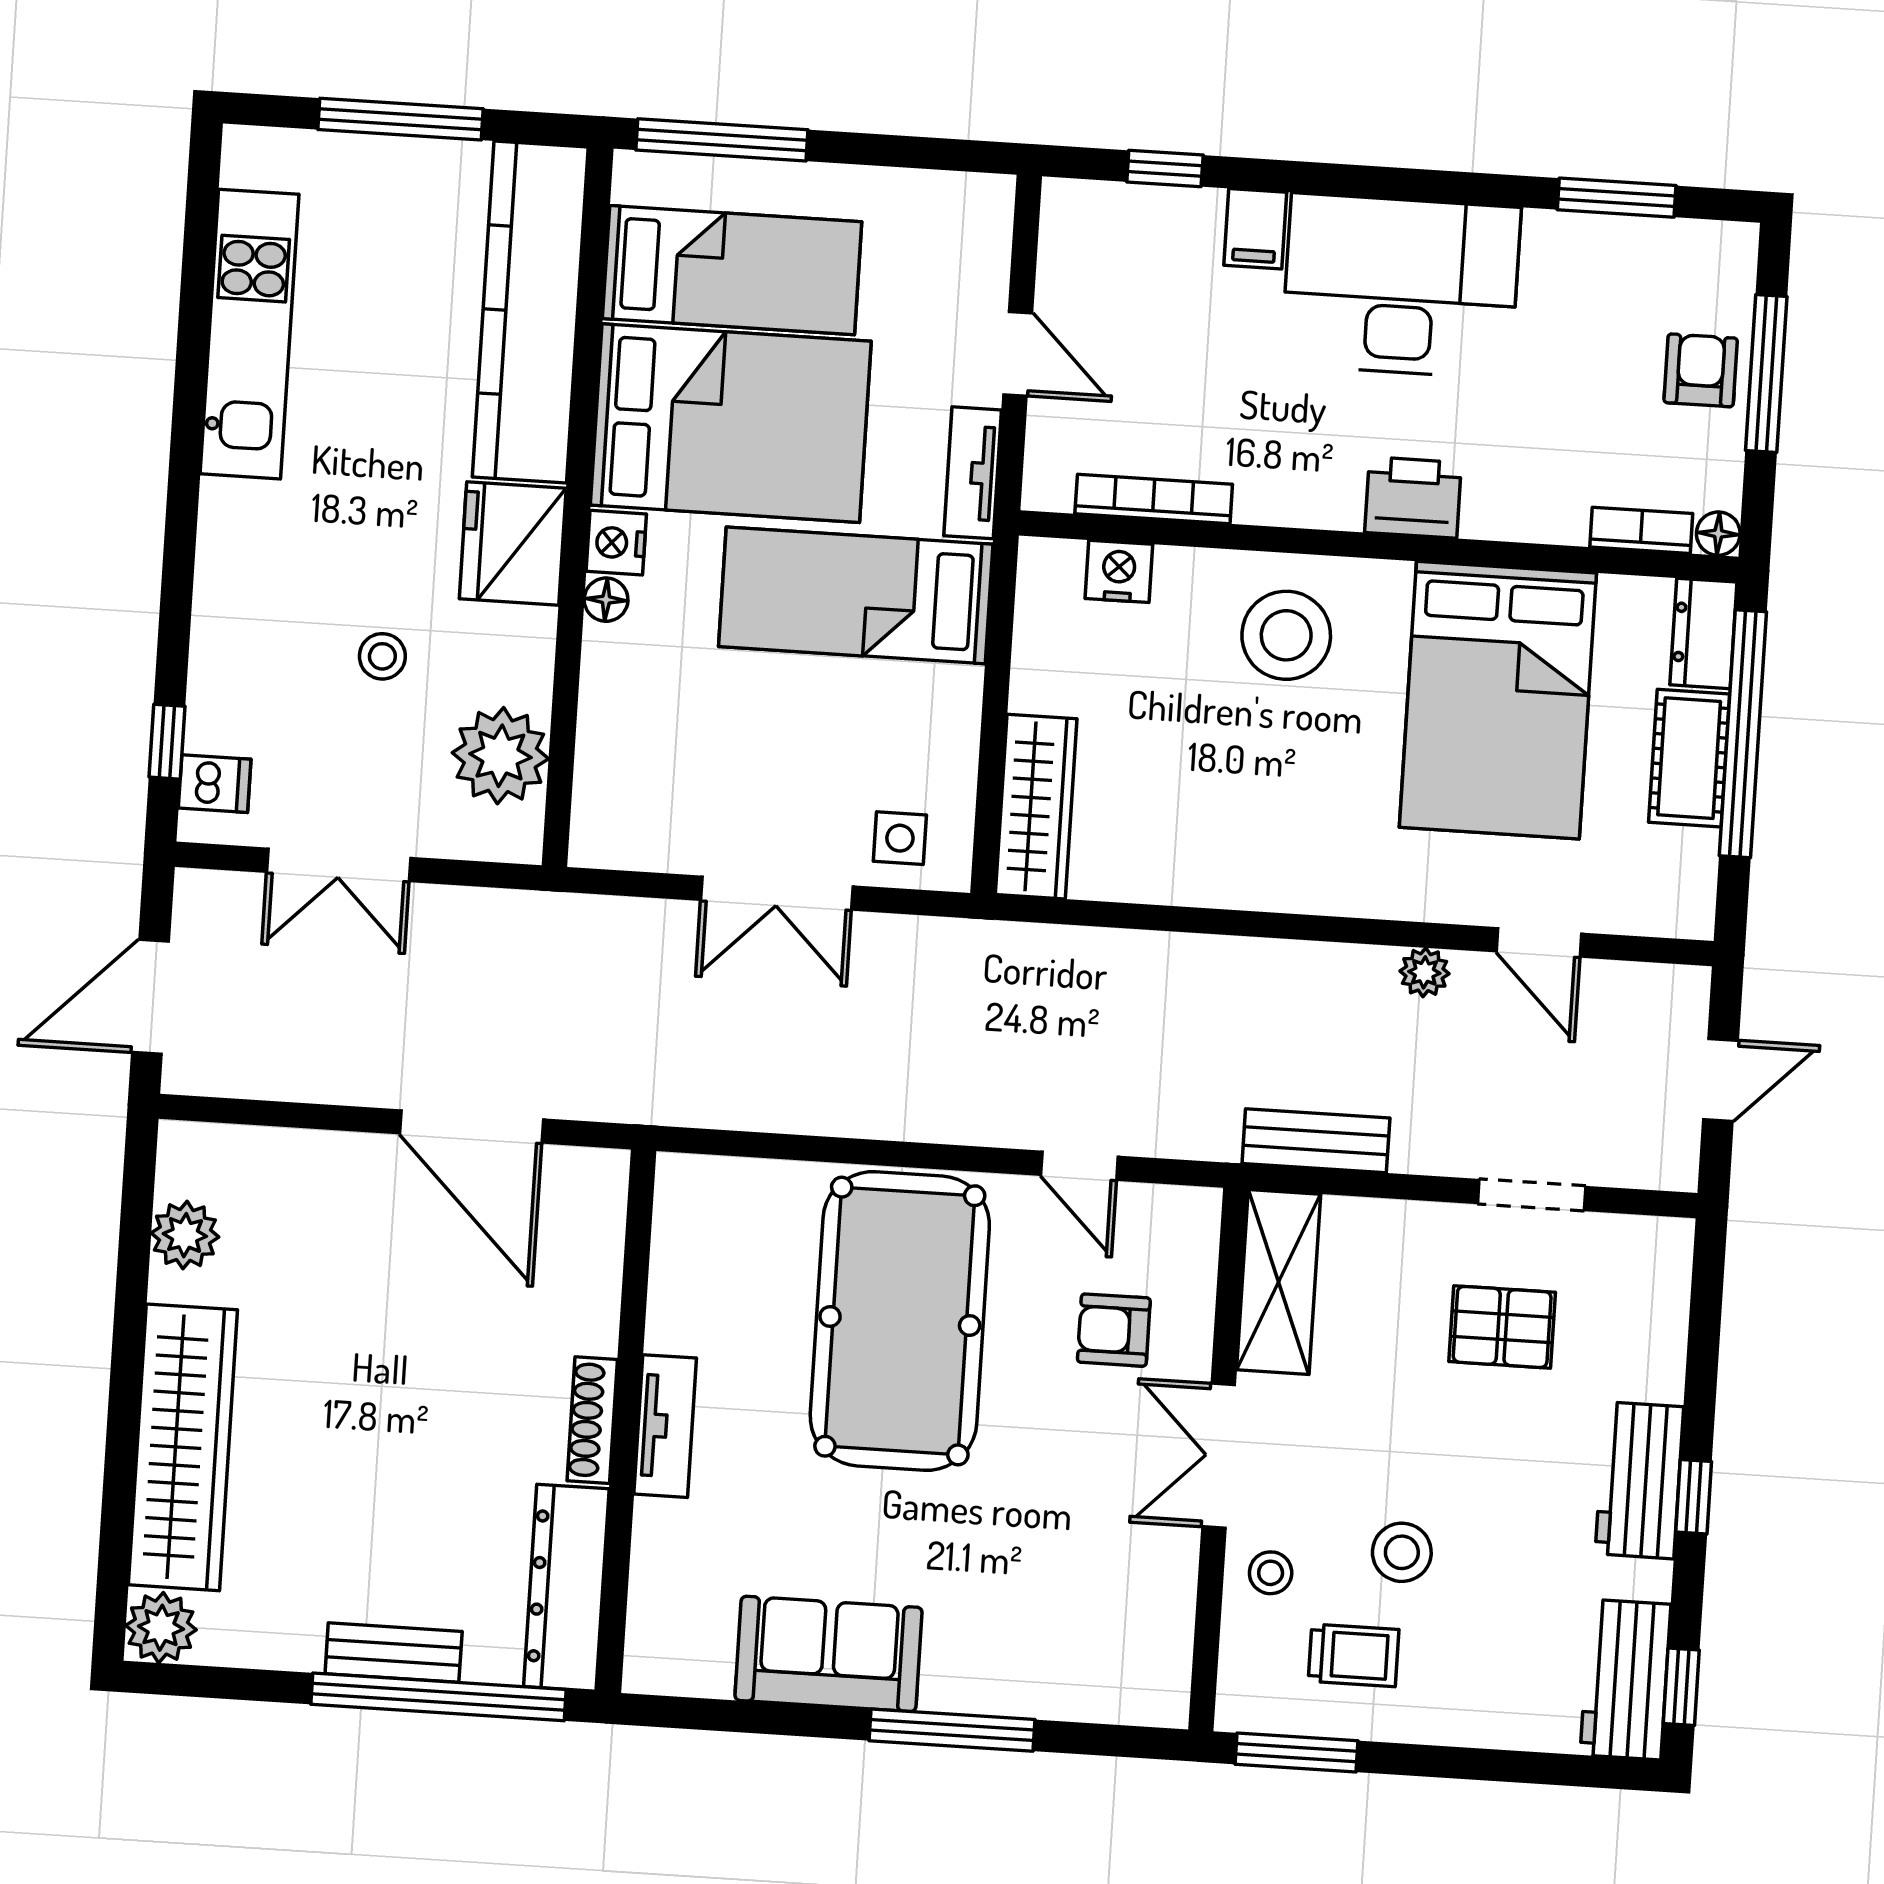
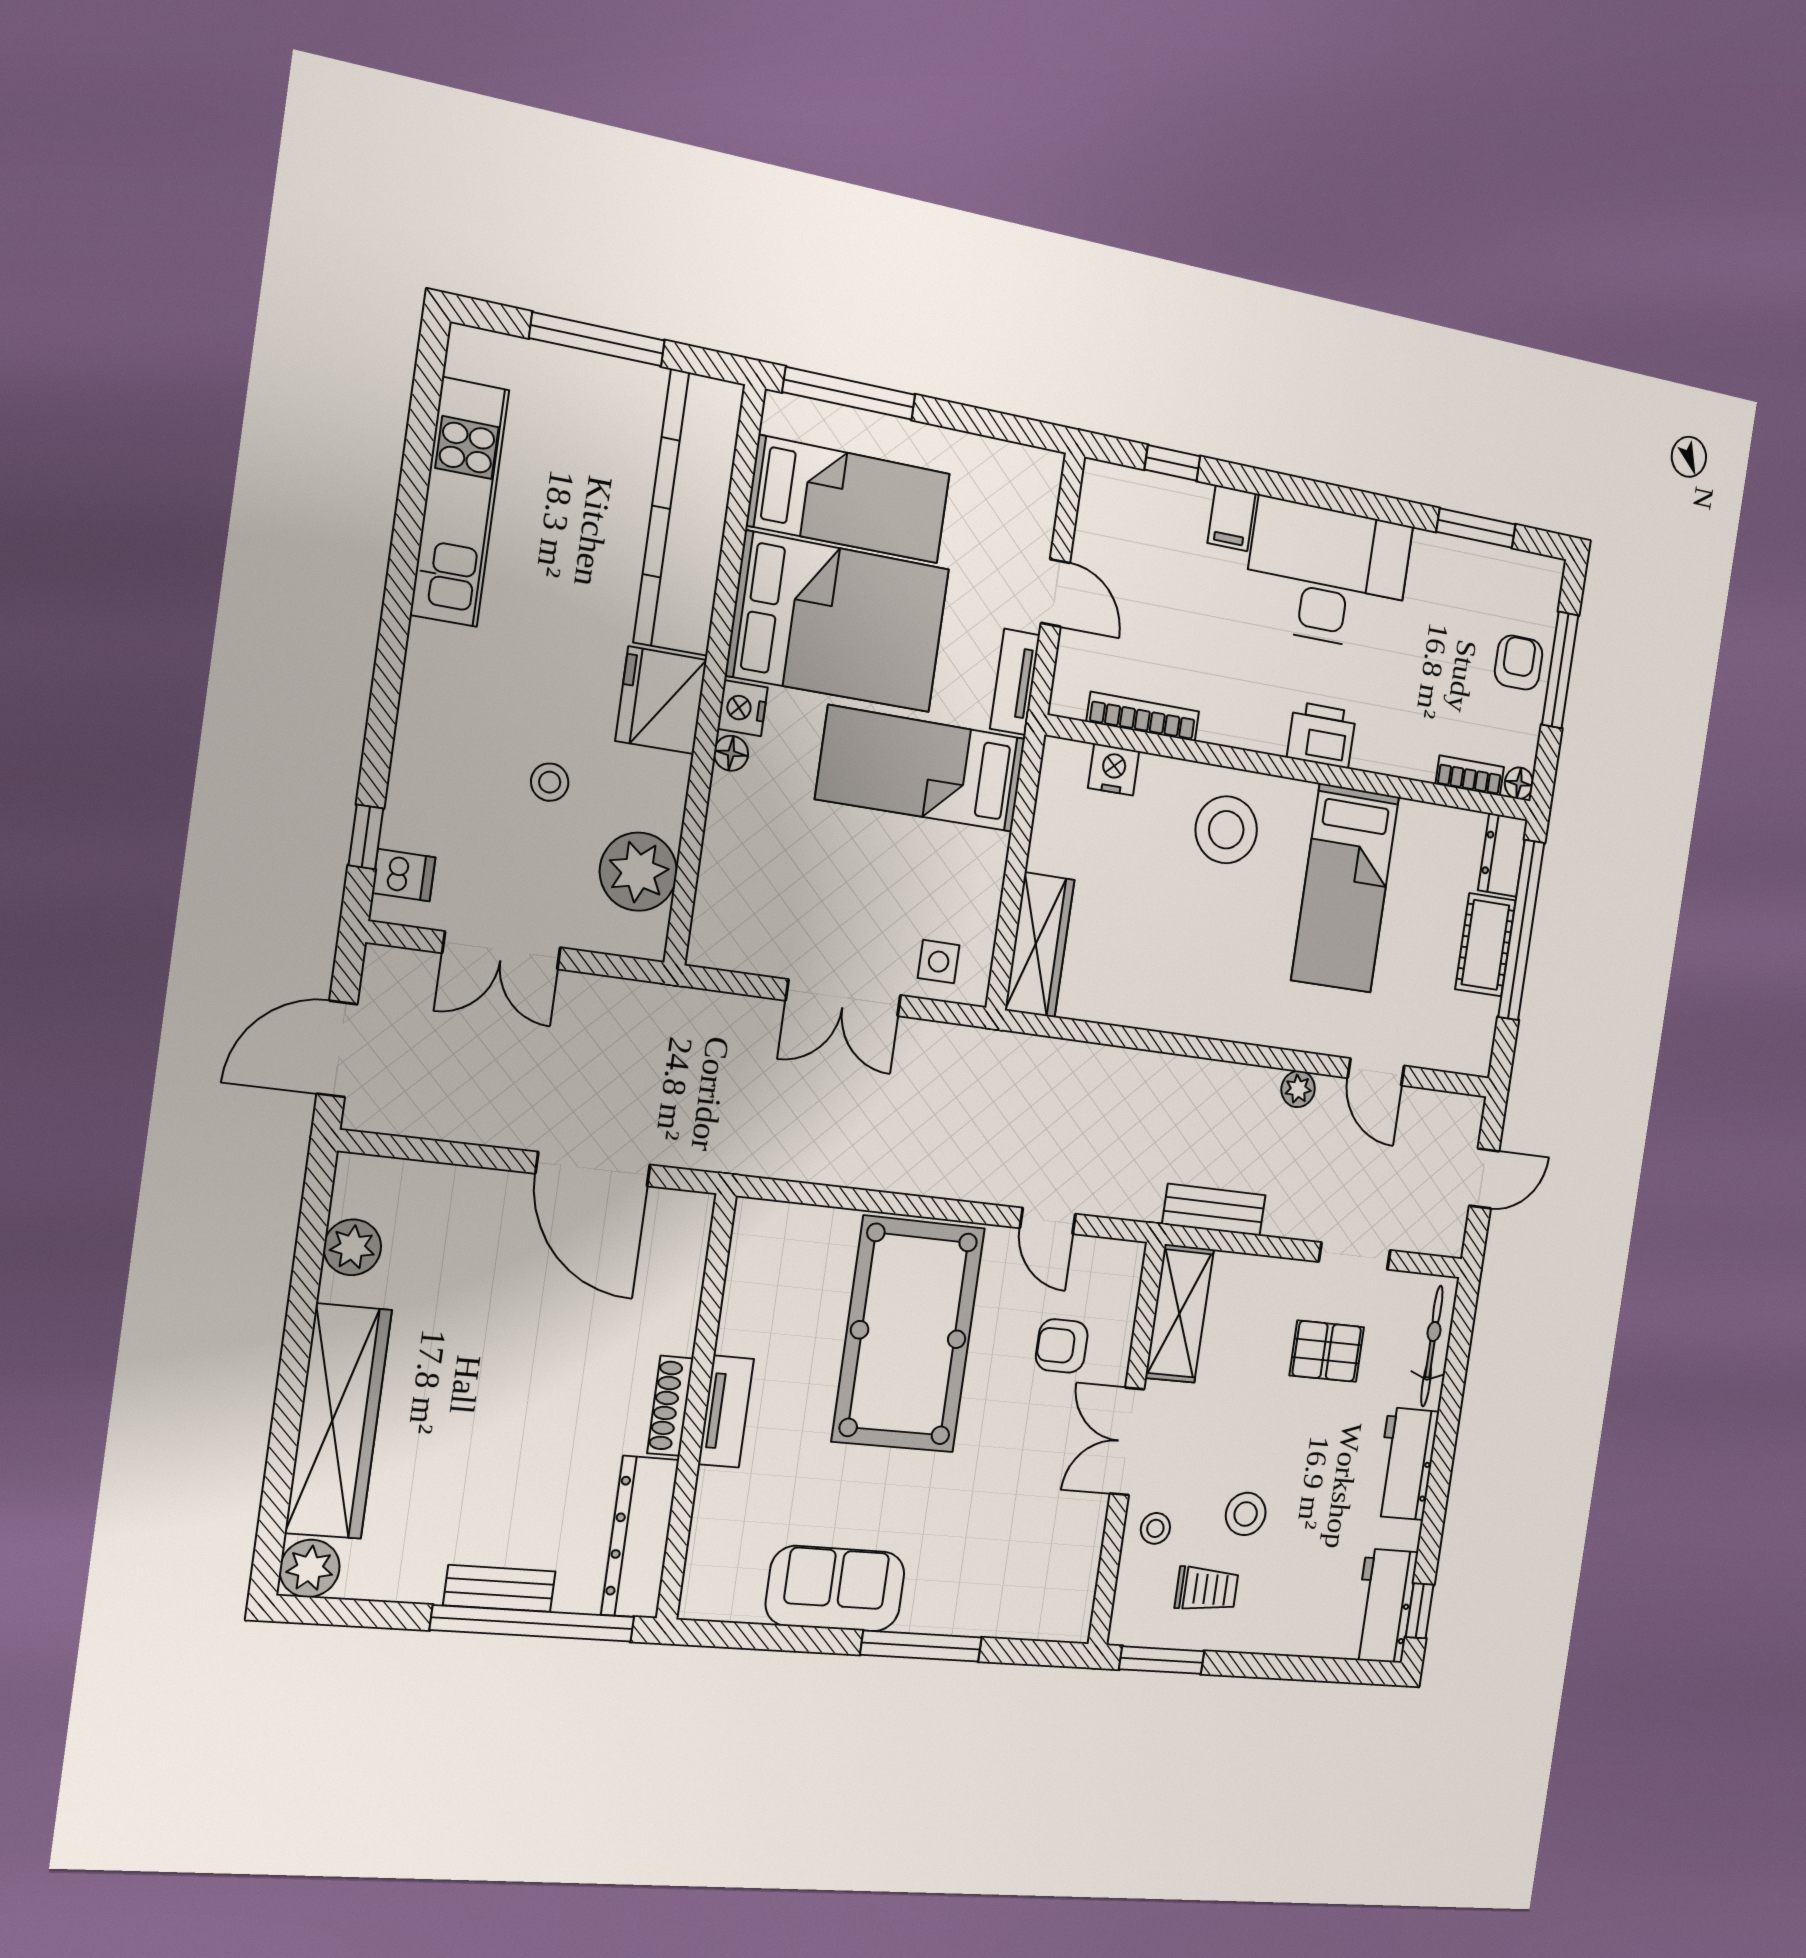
bed: (1498, 700) -> (1345, 888), width x0.67
bicycle: (1663, 1315) -> (1432, 1346), added
window: (1694, 1497) -> (1440, 1476), removed

